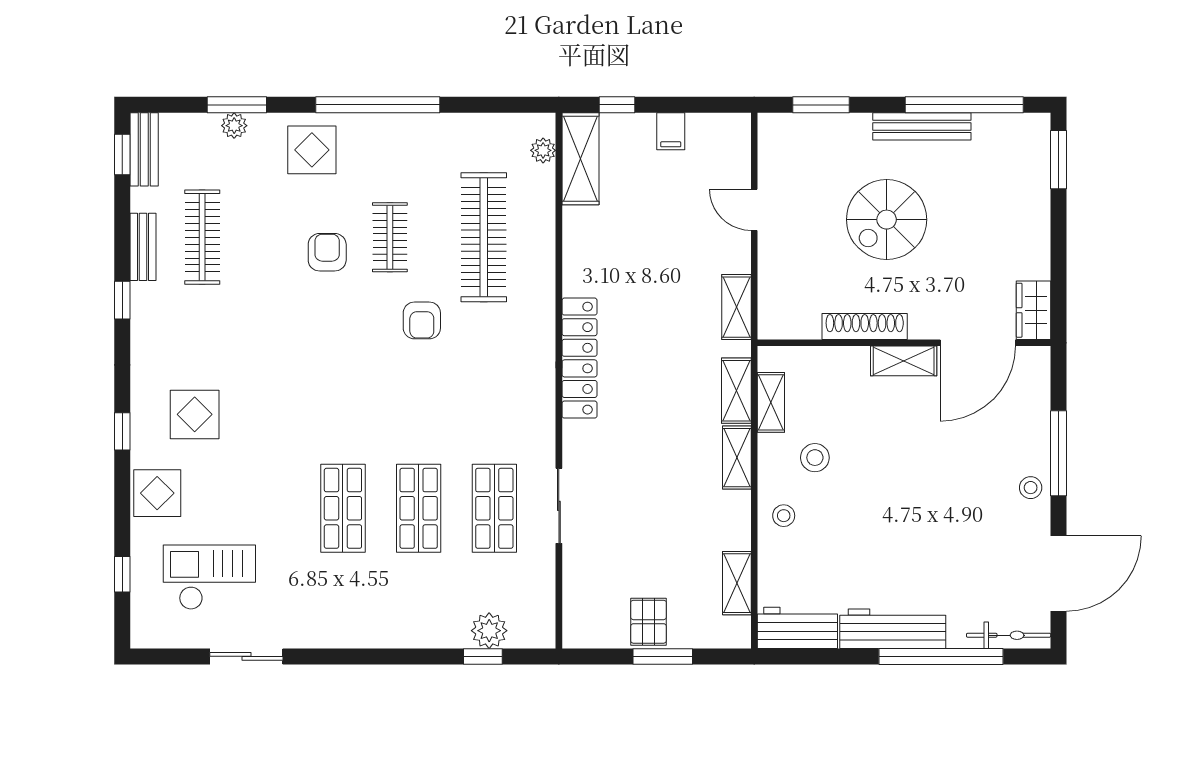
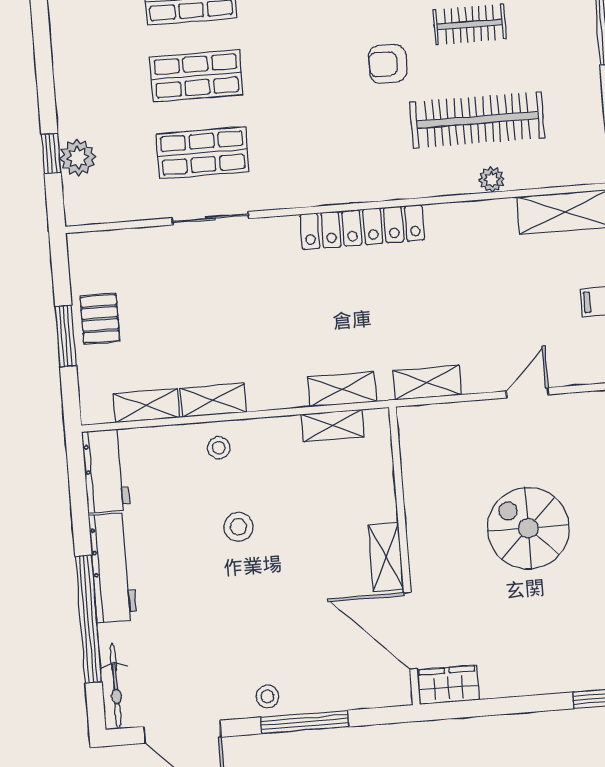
plant: (543, 150) -> (492, 179), moved
shoe rack: (865, 327) -> (418, 515), removed
shelving: (737, 458) -> (213, 400), moved
stool: (815, 458) -> (238, 527), moved
pallet: (649, 622) -> (100, 319), turned 90

